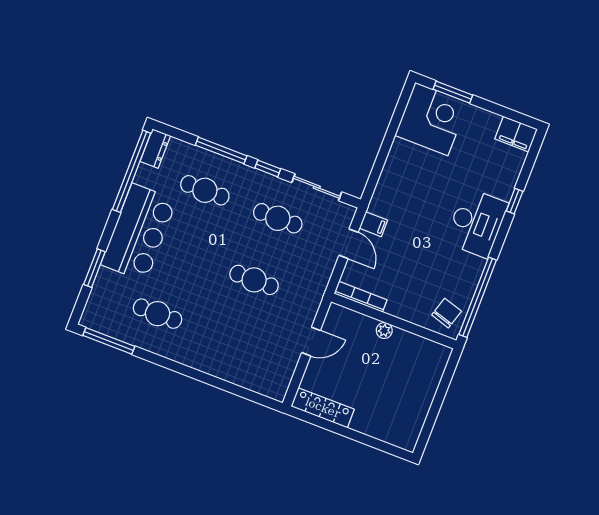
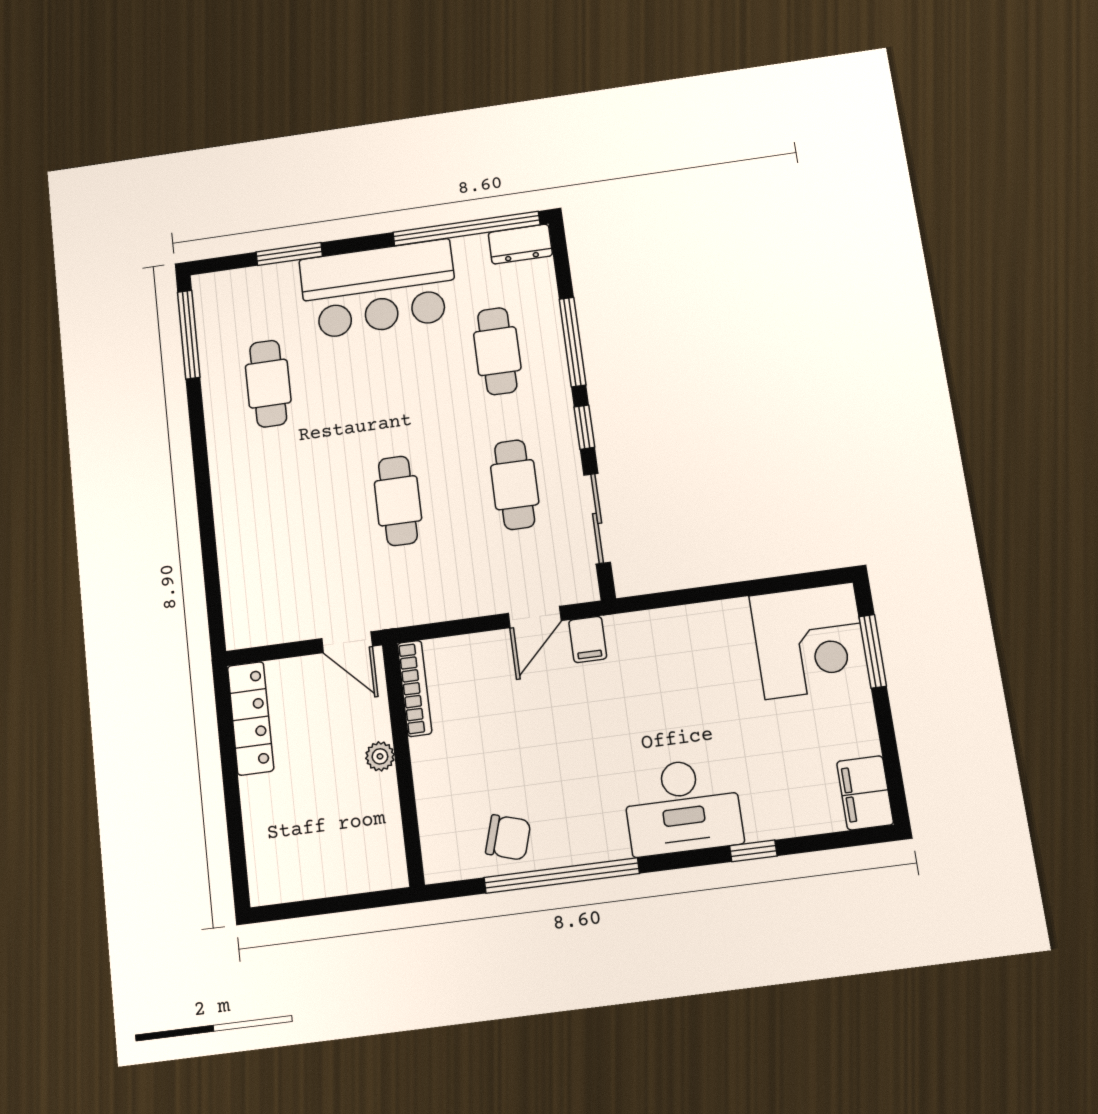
bookcase: (361, 297) -> (415, 688), moved
wall: (394, 321) -> (403, 763), moved
plant: (384, 331) -> (380, 756), moved

